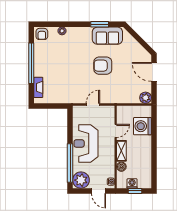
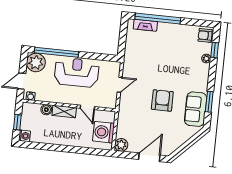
window: (54, 24) -> (215, 50), added
window: (31, 63) -> (158, 19), moved
door: (93, 105) -> (120, 85), hinge flipped
washing machine: (142, 126) -> (104, 132), moved, turned -90
washing machine: (132, 183) -> (24, 136), moved

